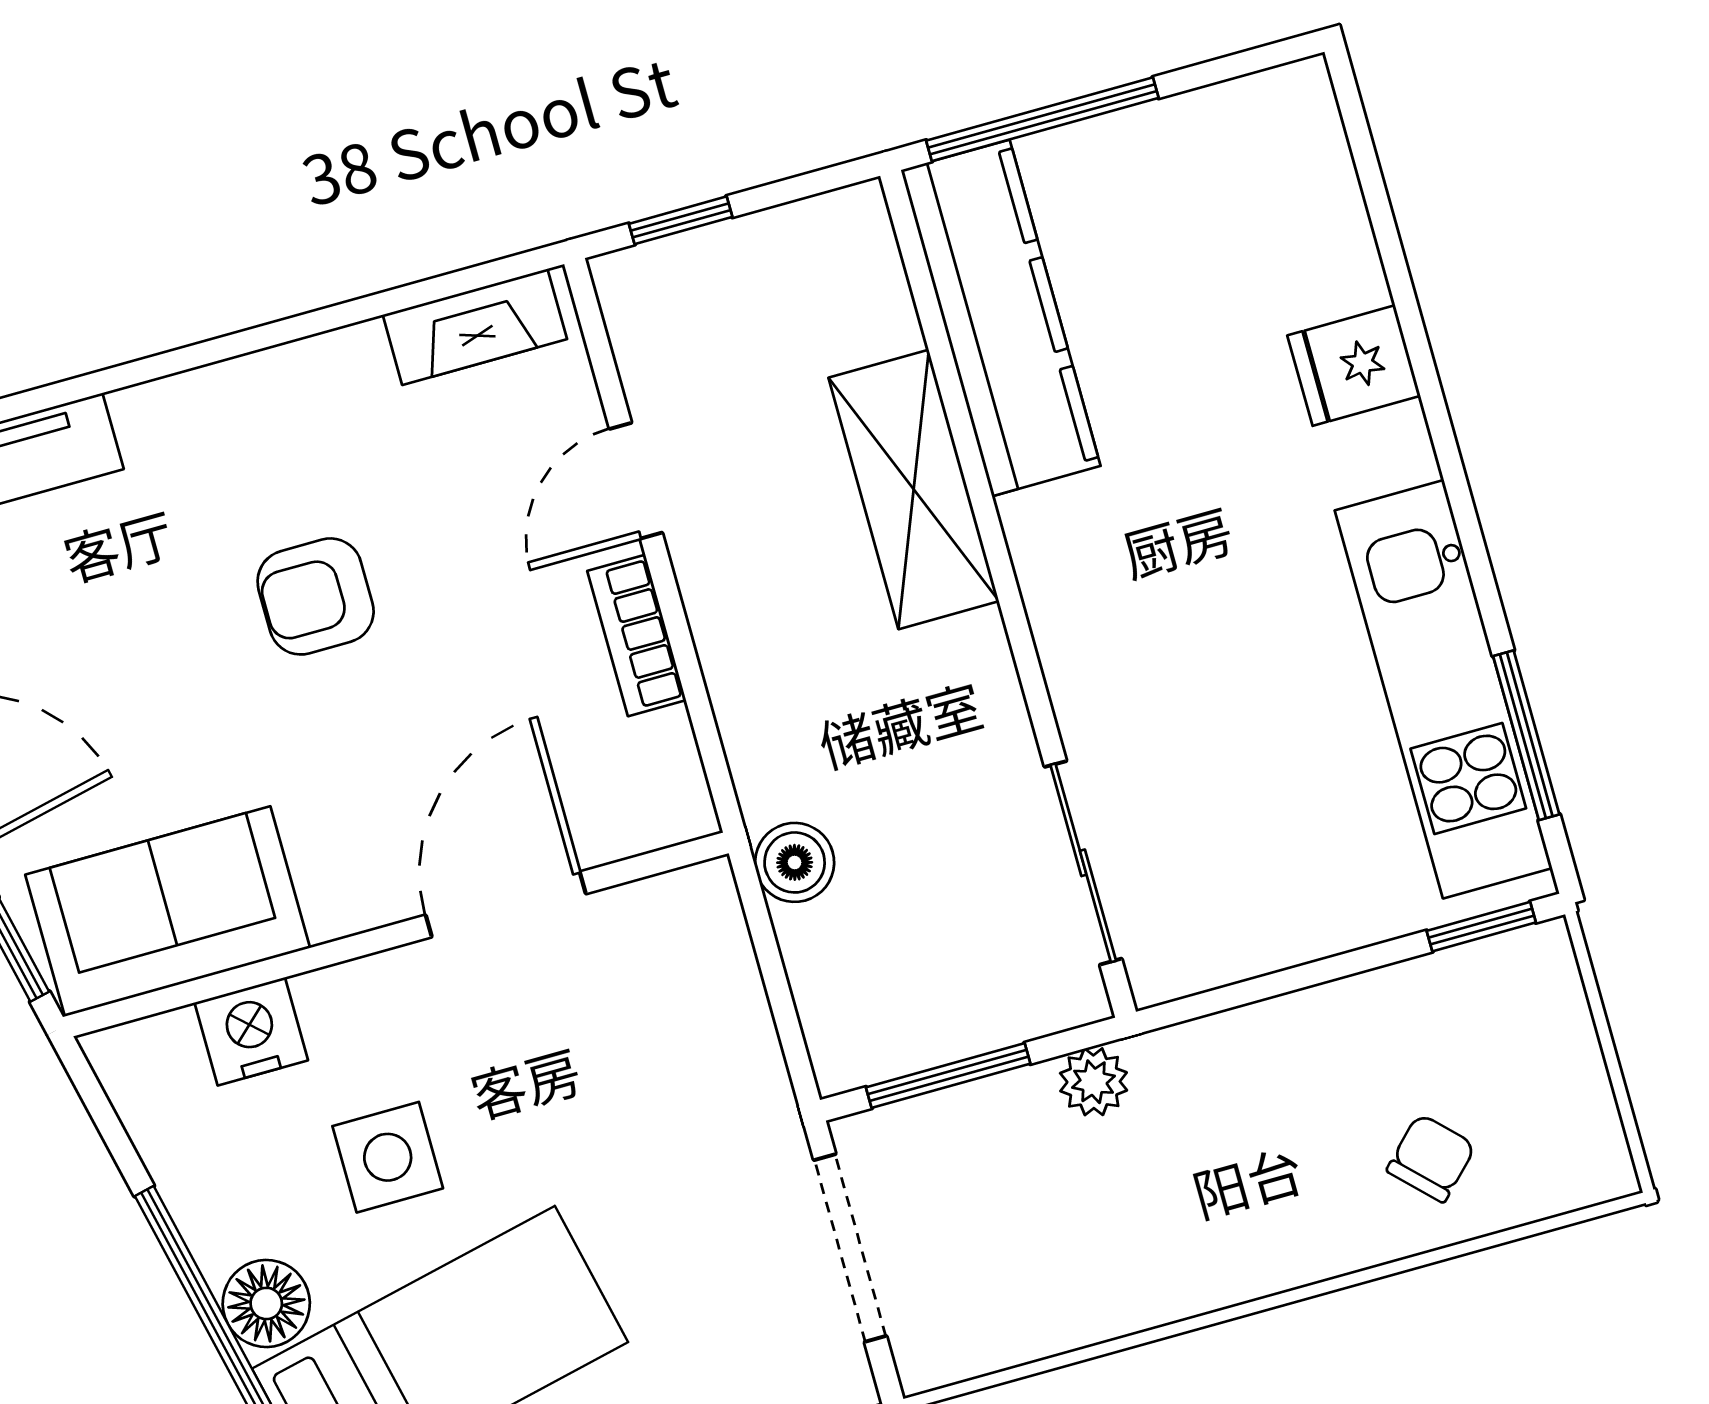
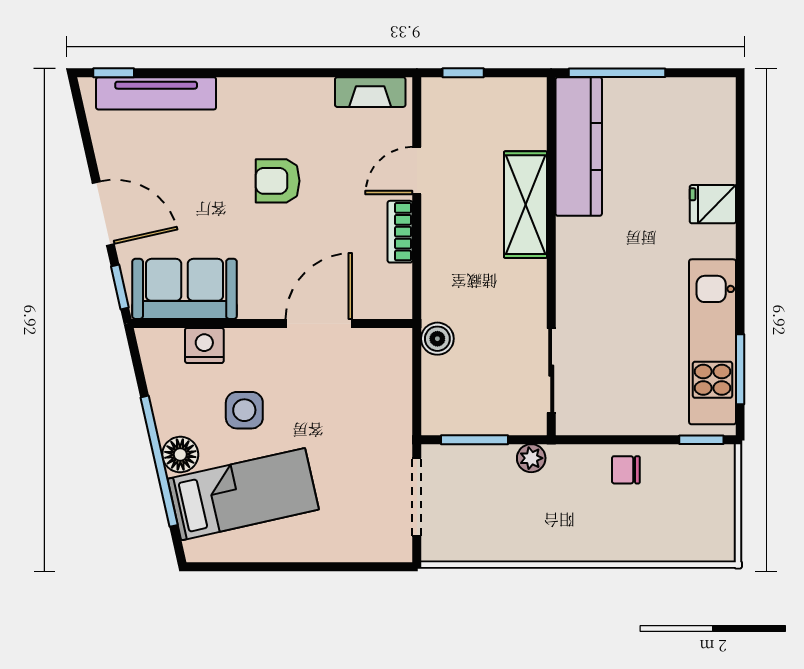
chair: (1431, 1158) -> (626, 470), moved, turned -135

